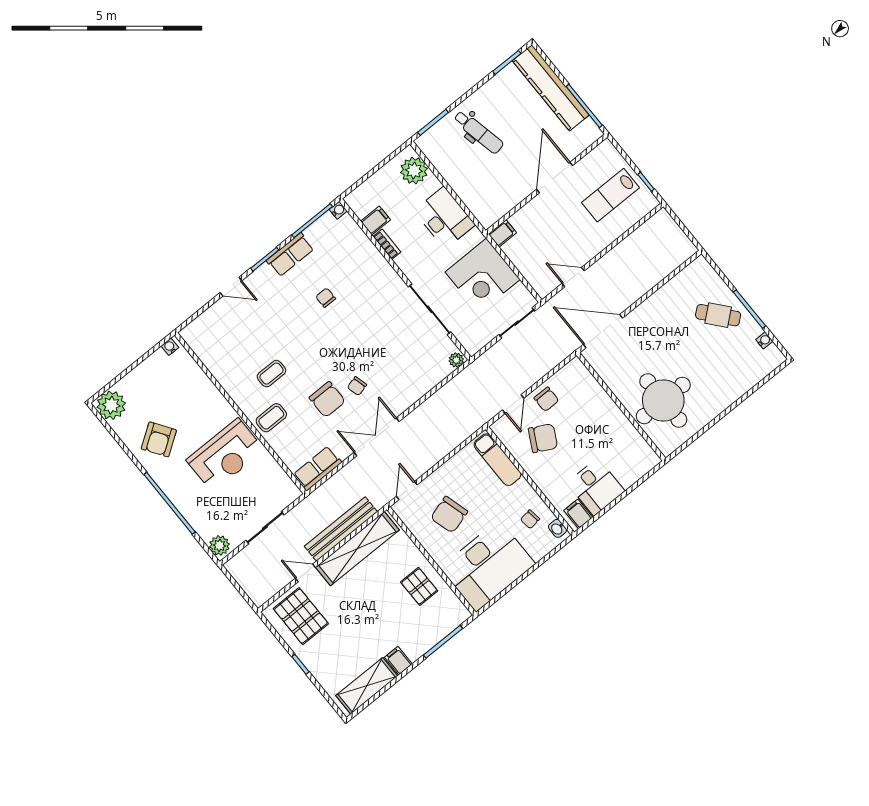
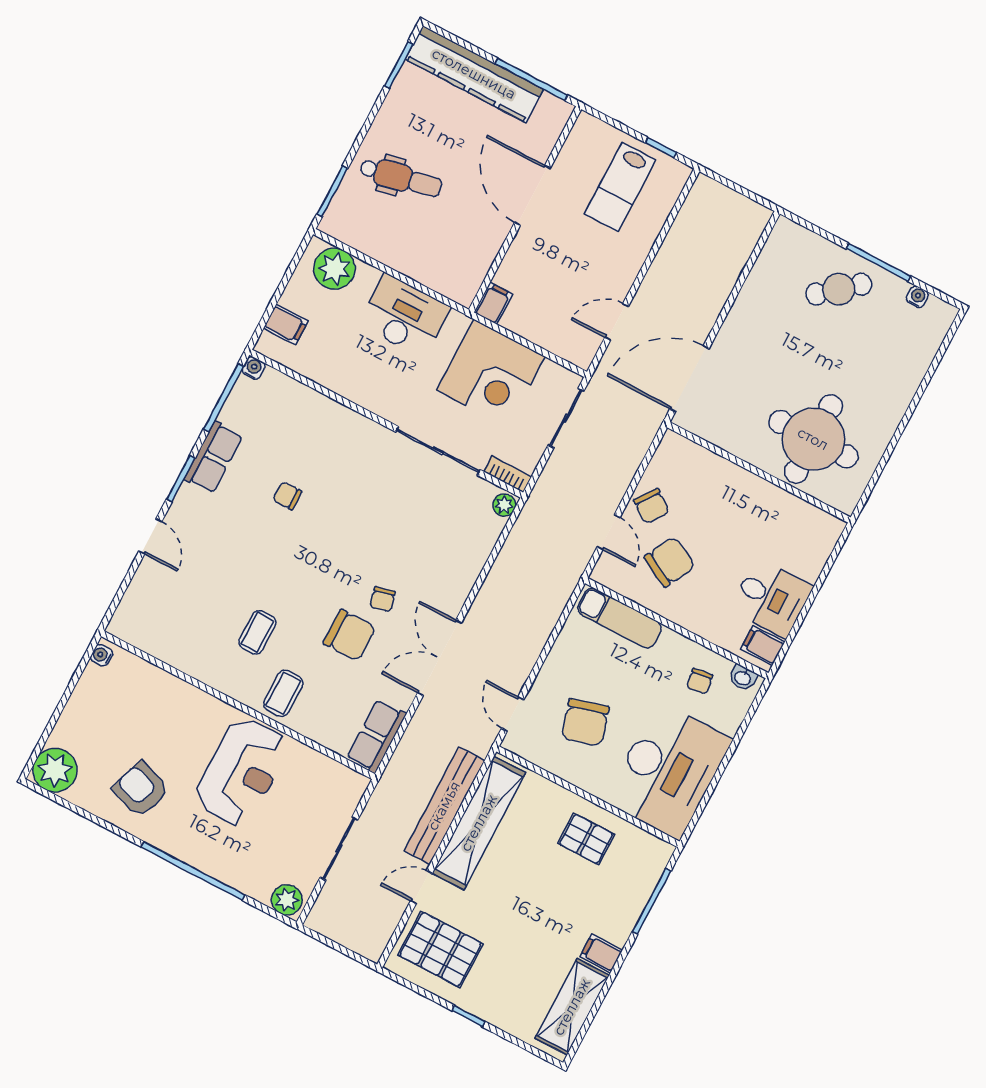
filing cabinet: (376, 221) -> (286, 325), moved, turned 90
bookcase: (387, 244) -> (508, 474), moved
door: (231, 287) -> (150, 536), hinge flipped
chair: (546, 399) -> (651, 506), turned 36
armchair: (159, 439) -> (141, 789), turned 143

